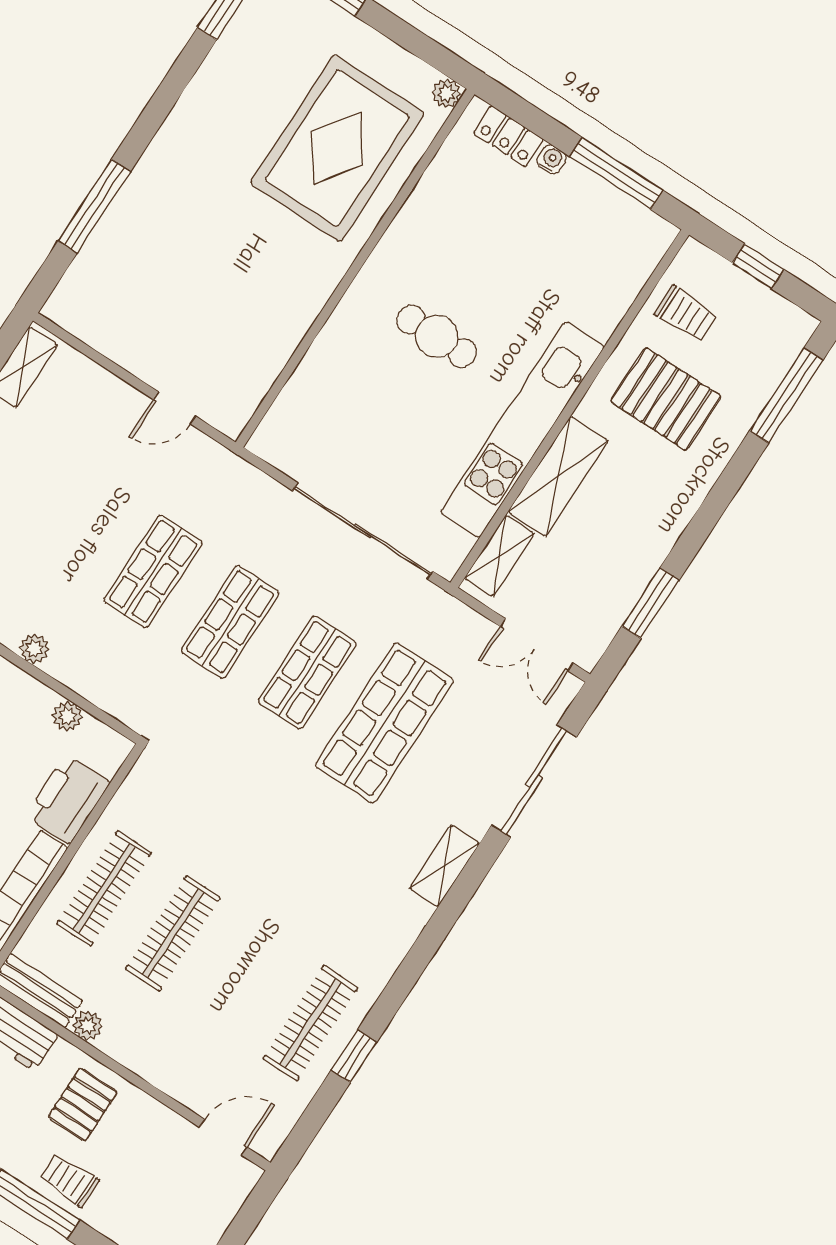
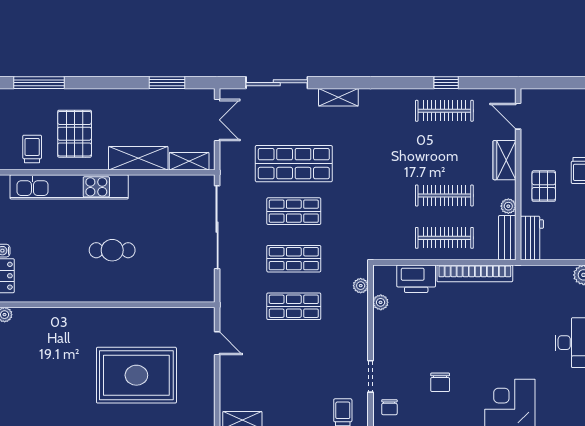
rug: (337, 148) -> (136, 375), moved
cafe table: (437, 336) -> (112, 250), turned 90
kitchen unit: (522, 430) -> (69, 187), moved
plant: (34, 649) -> (361, 286), moved
wardrobe: (166, 1068) -> (504, 160), added
pallet: (83, 1105) -> (544, 186), turned 90

